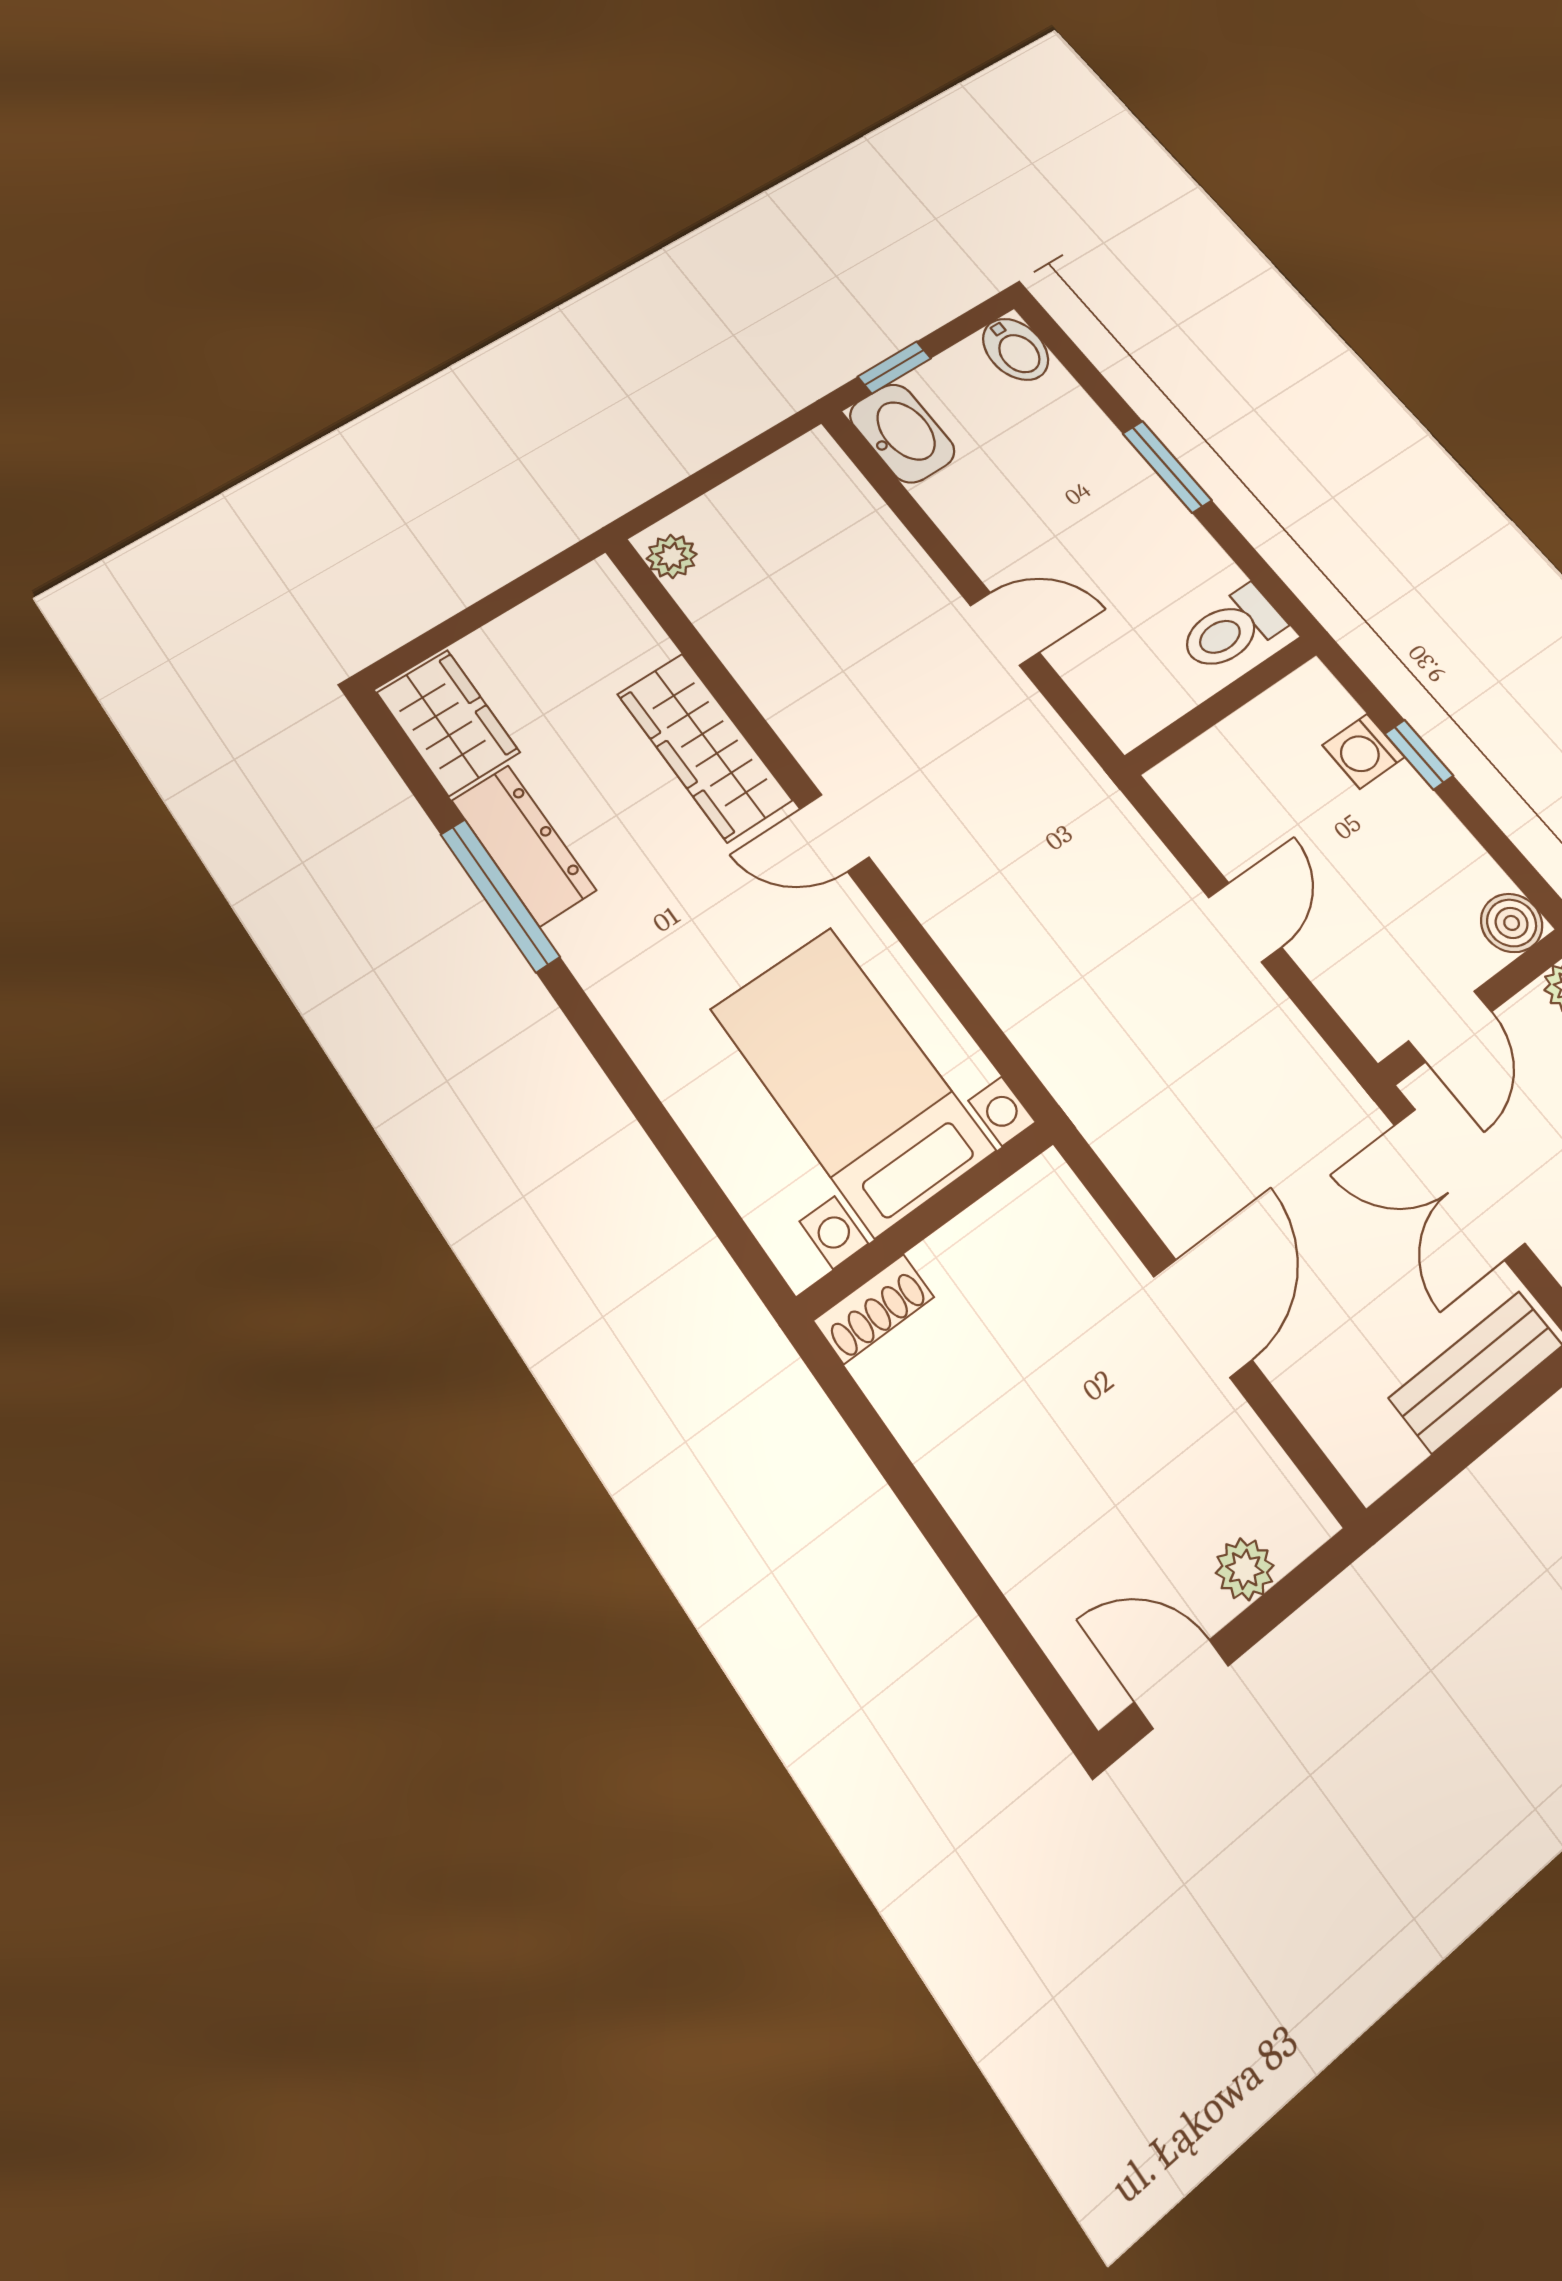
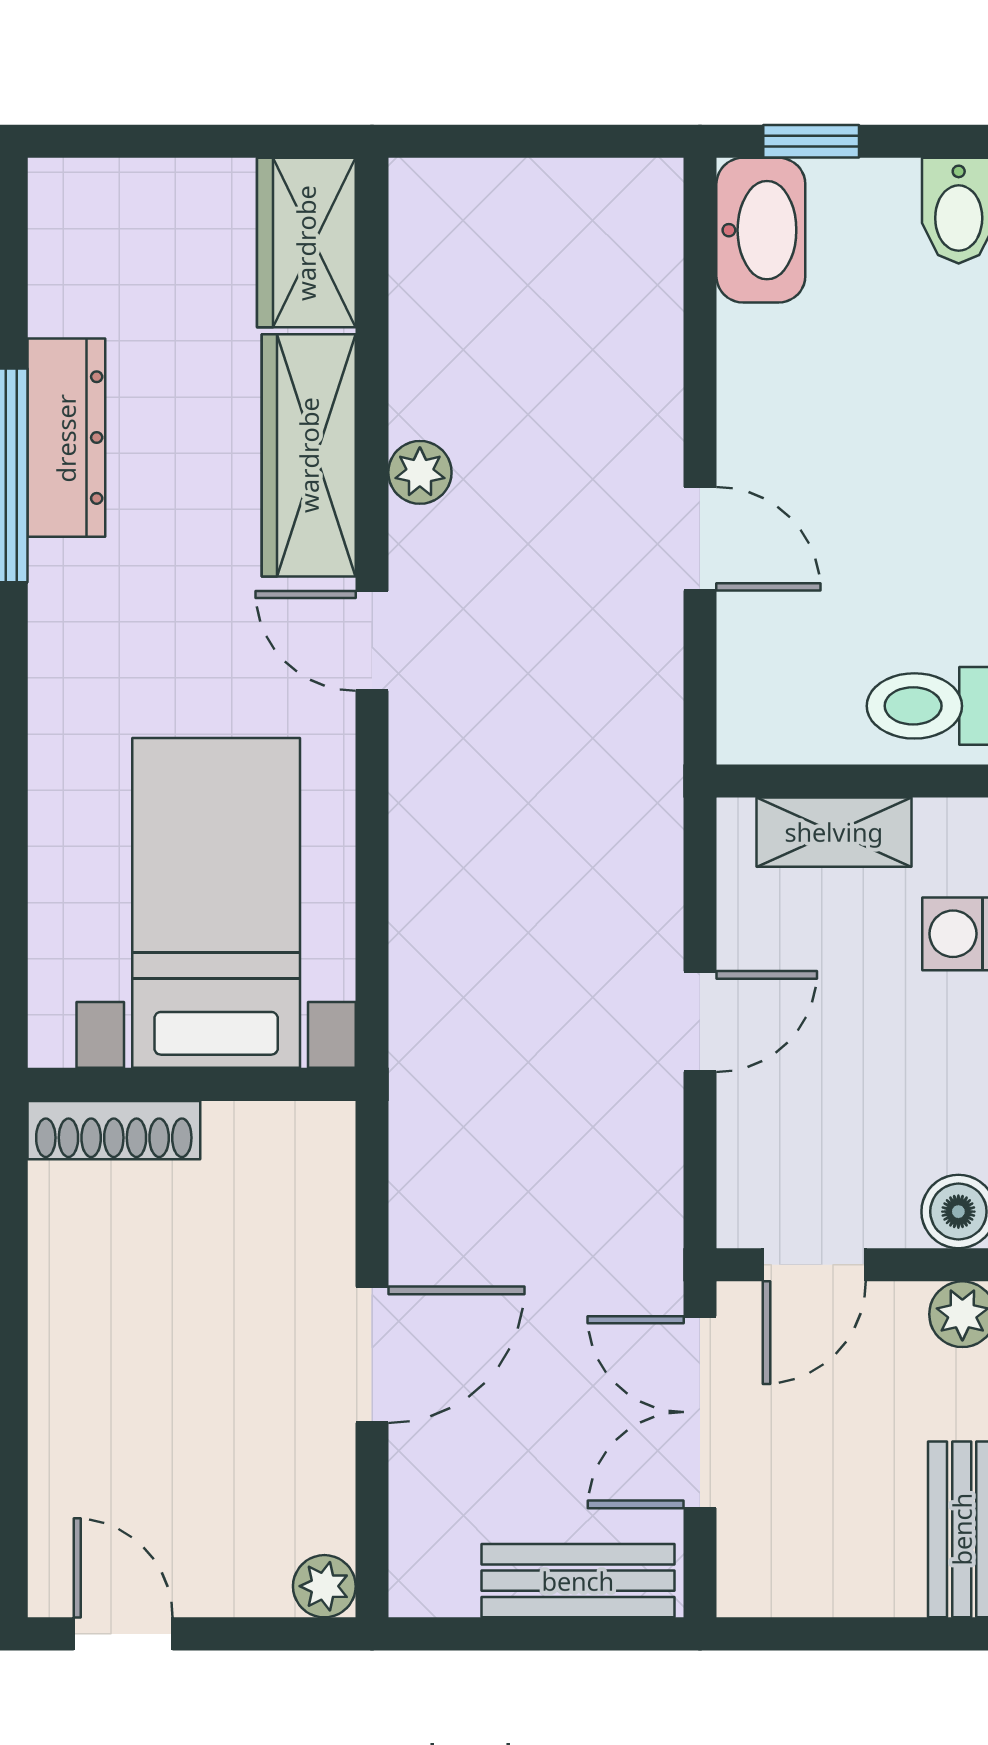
plant: (672, 556) -> (420, 472), moved
wardrobe: (448, 722) -> (306, 243), moved, turned 180
shelving: (1234, 745) -> (834, 832), added
shoe rack: (874, 1309) -> (114, 1130), width x1.43
plant: (1245, 1569) -> (324, 1586), moved

